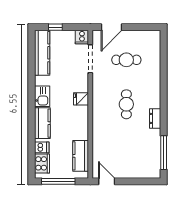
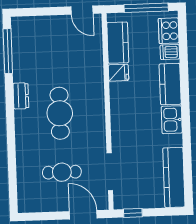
window: (55, 27) -> (133, 213), moved
door: (111, 27) -> (83, 215), hinge flipped
cooker: (82, 37) -> (122, 200), removed
fridge: (81, 99) -> (118, 73), moved
cafe table: (126, 104) -> (60, 113), width x1.37, depth x1.35

